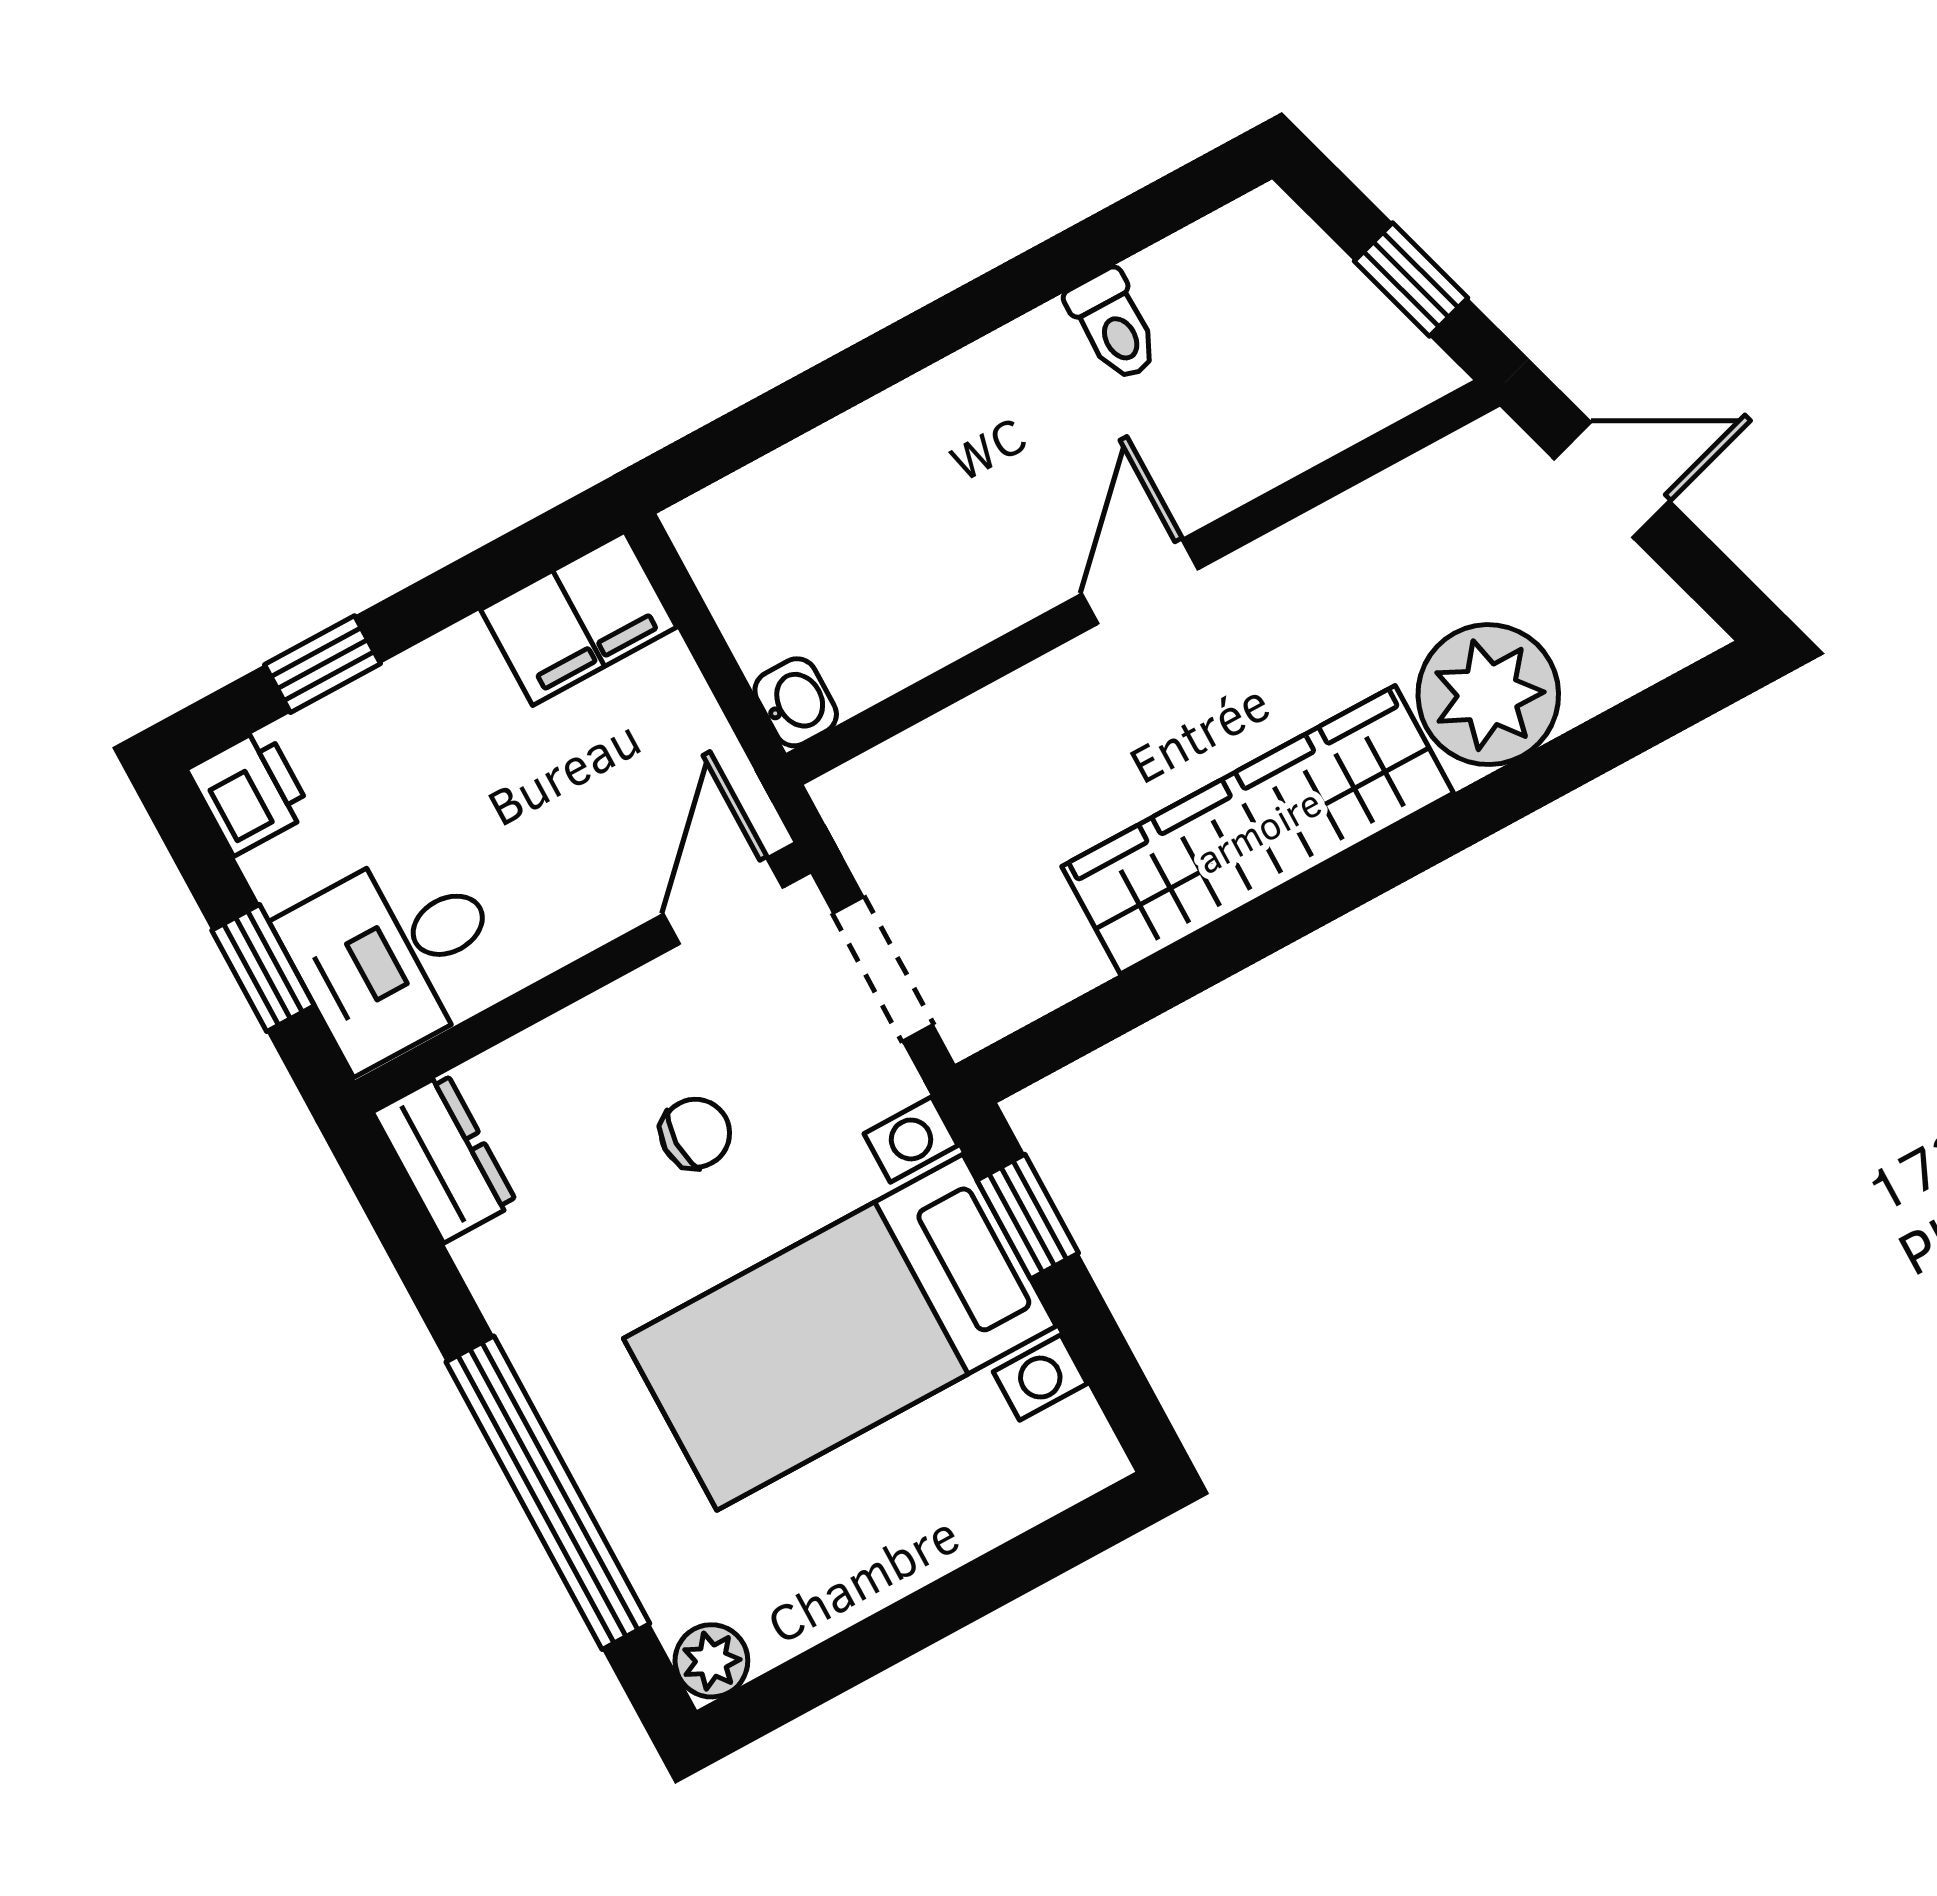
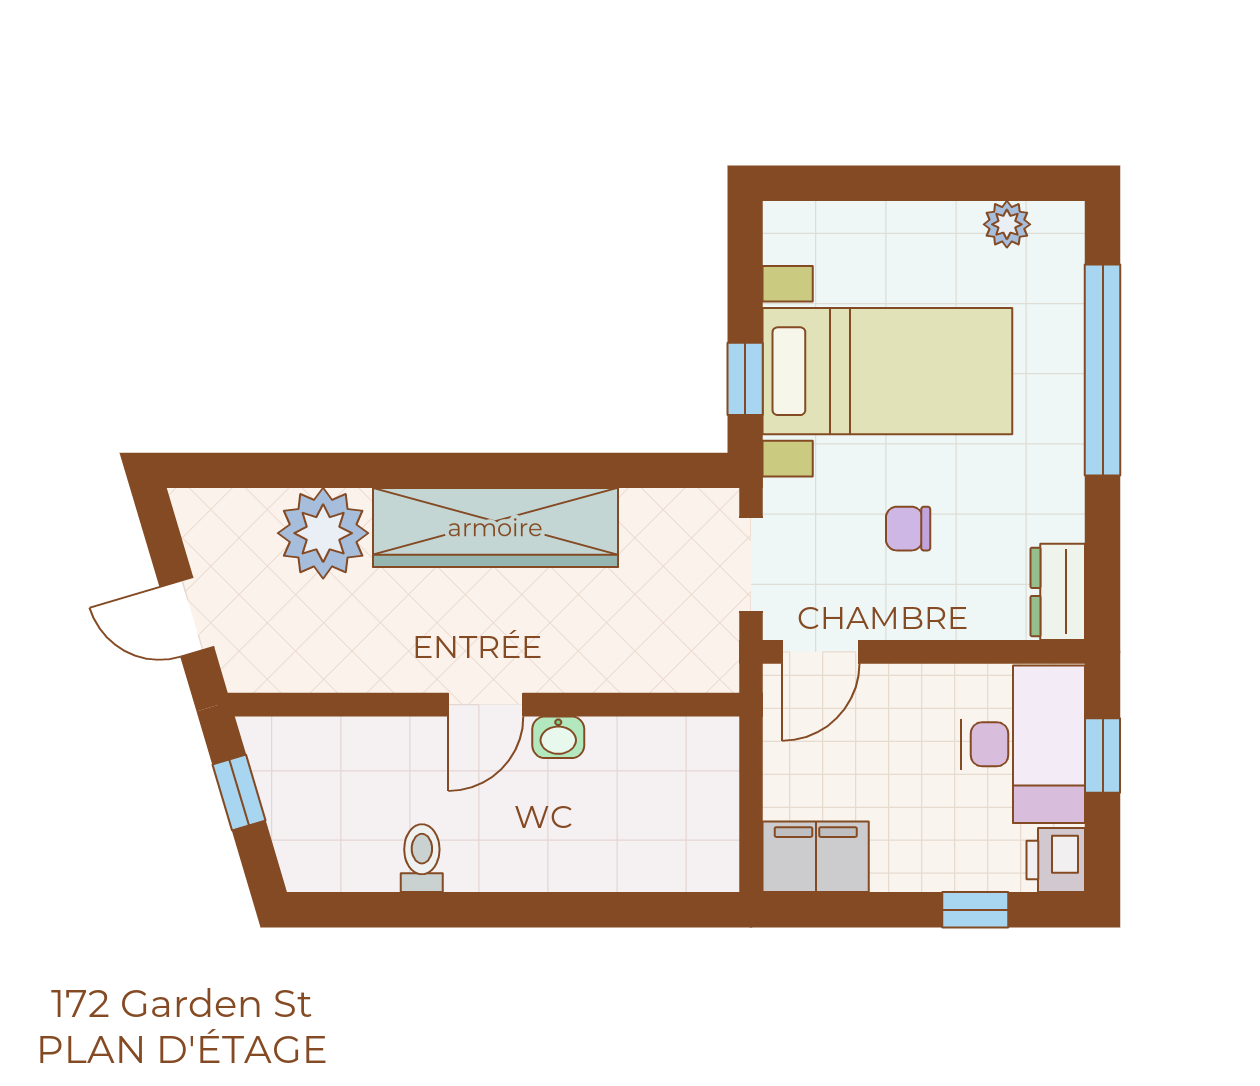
washbasin: (796, 702) -> (558, 737), moved, turned -90
desk: (395, 954) -> (1023, 744), width x1.37
plant: (711, 1661) -> (1007, 224), moved

